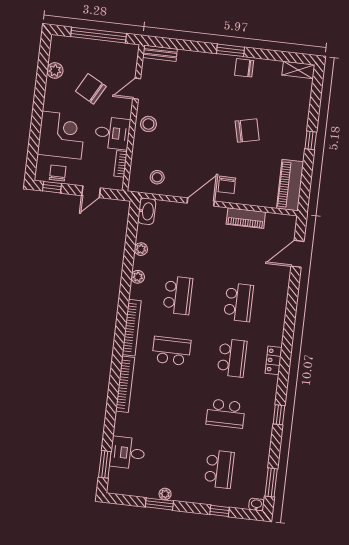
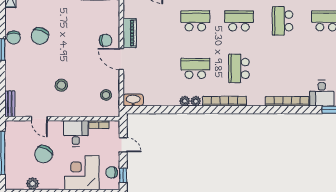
stool: (148, 124) -> (61, 85), moved
chair: (247, 131) -> (40, 36), moved, turned -147
piano: (246, 218) -> (130, 33), moved
plant: (141, 249) -> (196, 101), moved
bookcase: (125, 384) -> (287, 101), moved
school desk: (226, 414) -> (283, 21), turned 180

